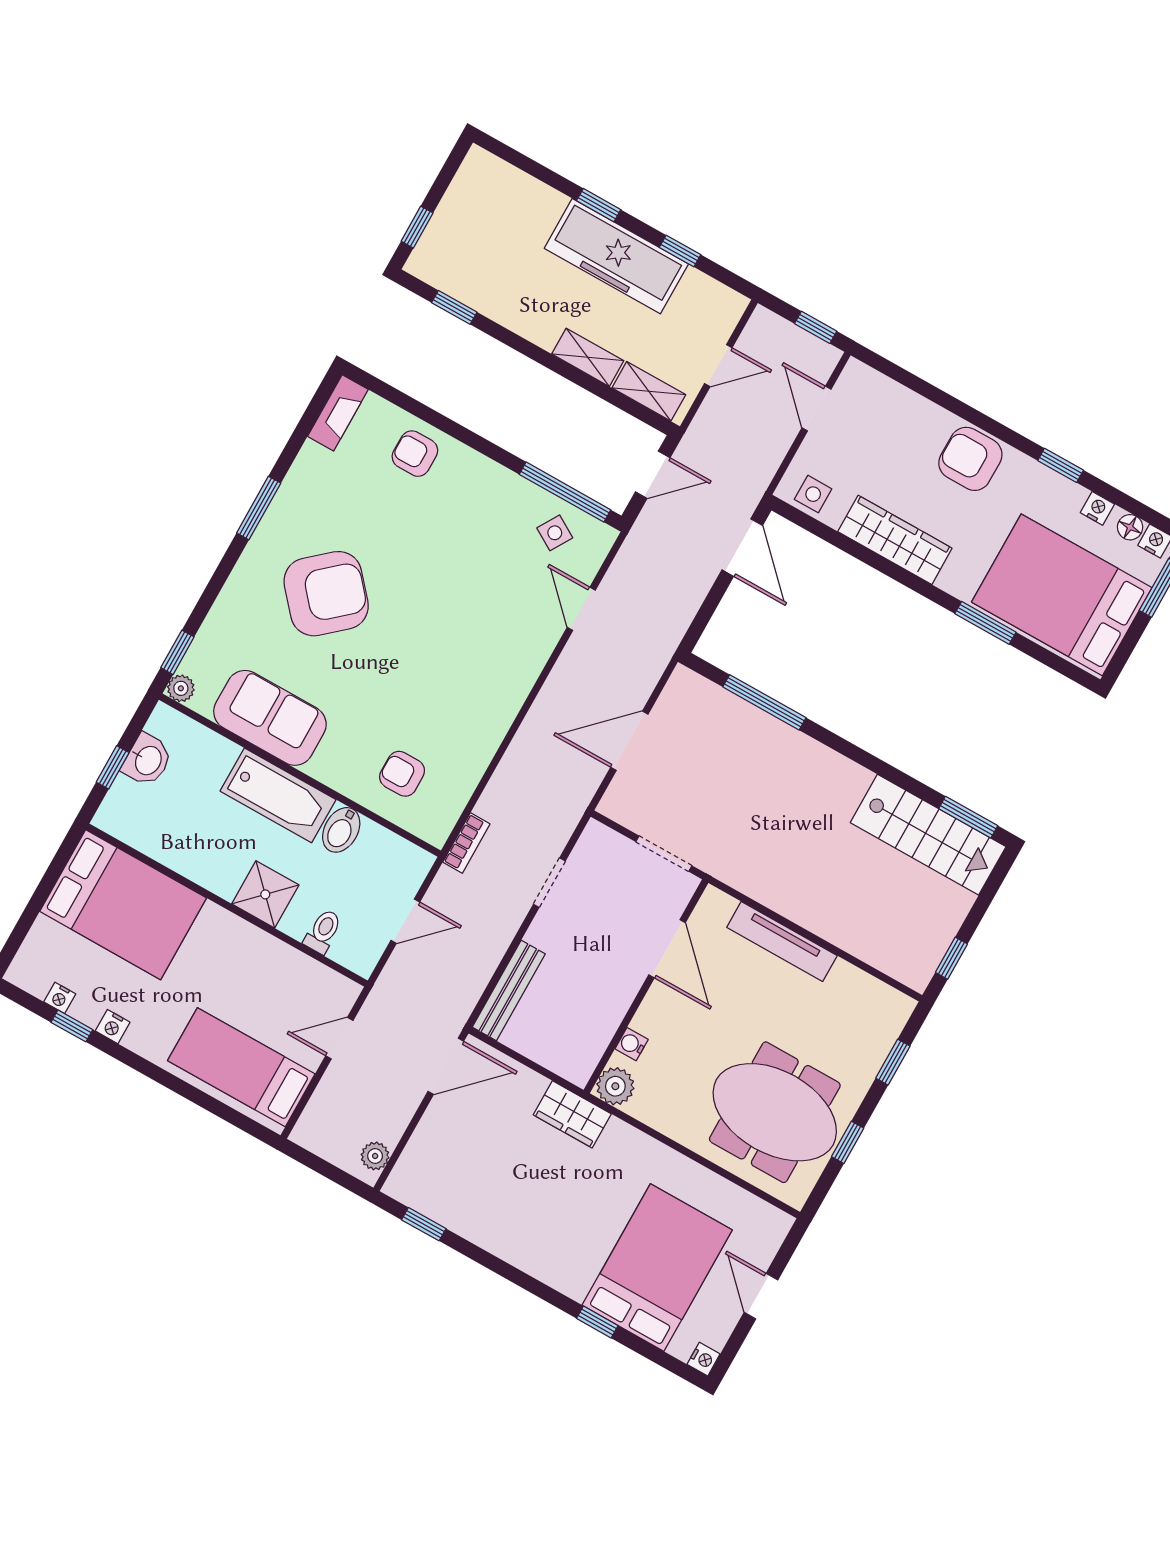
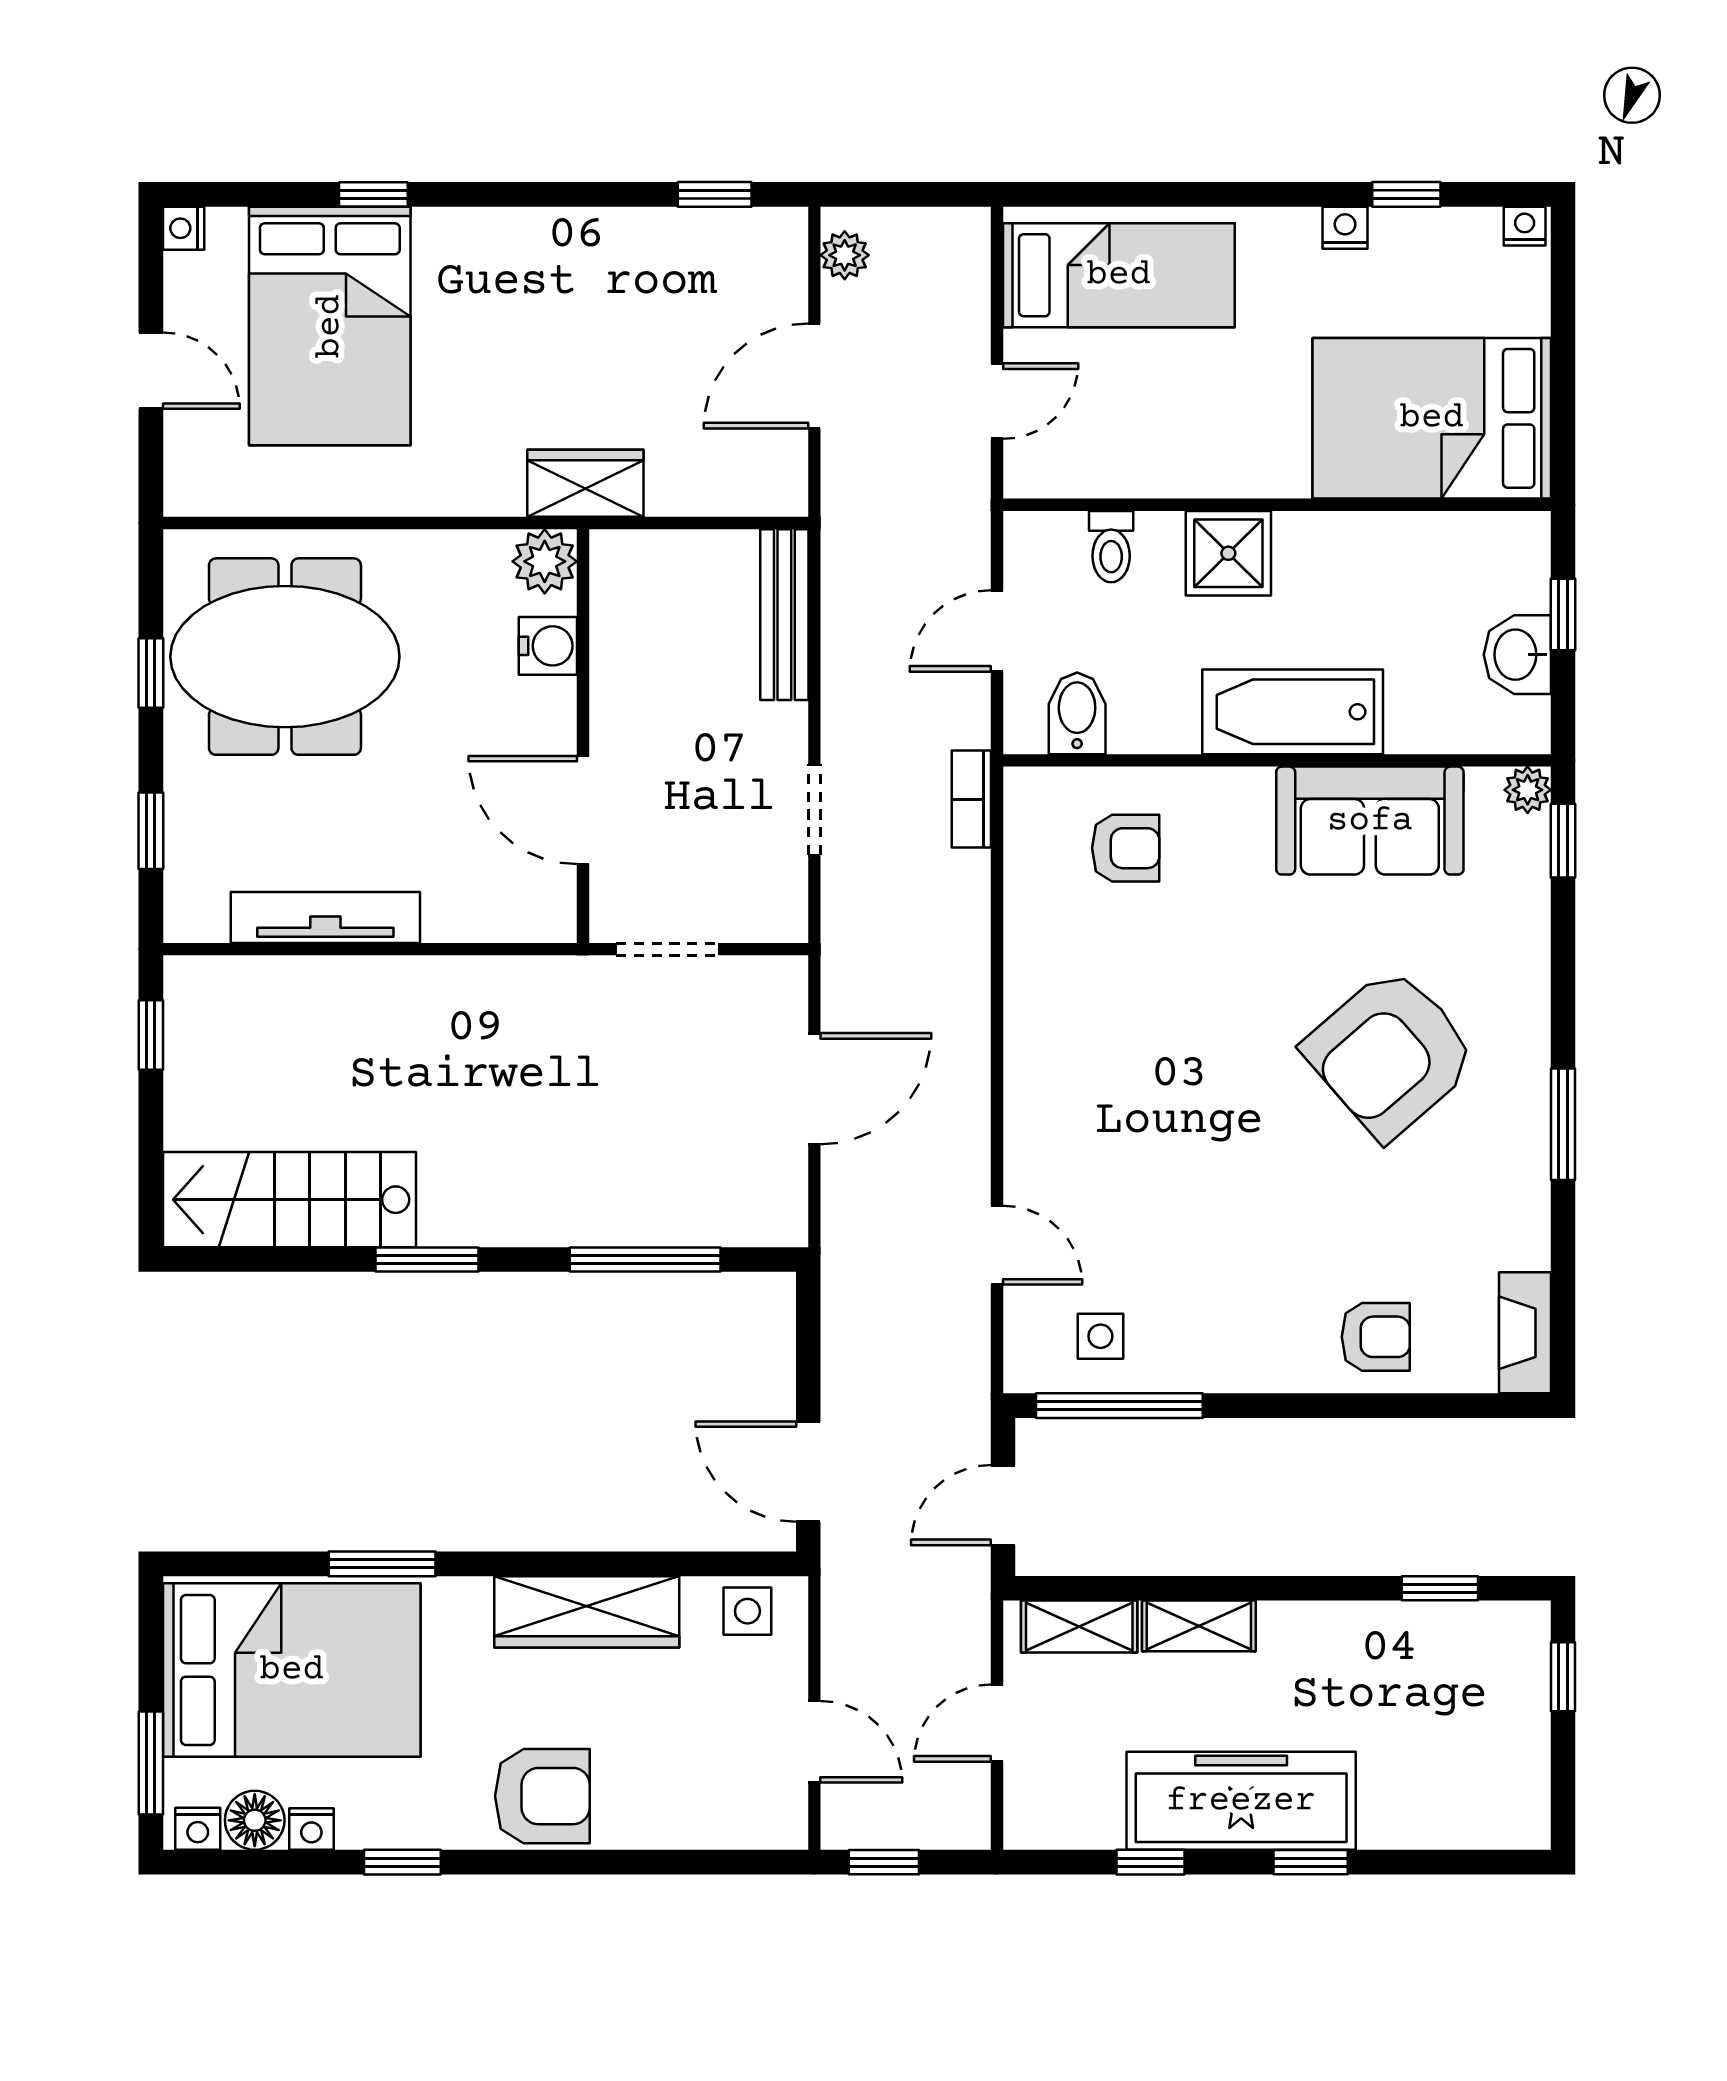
floor lamp: (1130, 527) -> (255, 1820), width x1.37, depth x1.37
side table: (555, 533) -> (1100, 1336), turned -31
window: (968, 817) -> (427, 1260), moved
bidet: (341, 830) -> (1077, 713), moved
tv unit: (782, 941) -> (325, 917), moved
nightstand: (60, 998) -> (1525, 226), moved
water cooler: (632, 1044) -> (548, 646), width x1.38, depth x1.38
door: (446, 1066) -> (814, 376), moved

